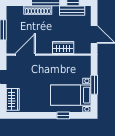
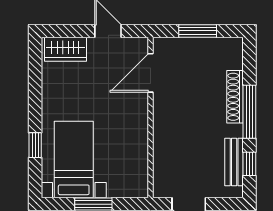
wardrobe: (63, 48) -> (164, 145), removed
door: (25, 55) -> (151, 73), swing flipped

